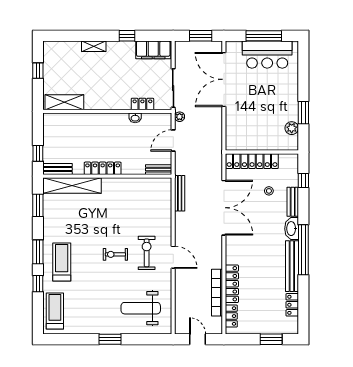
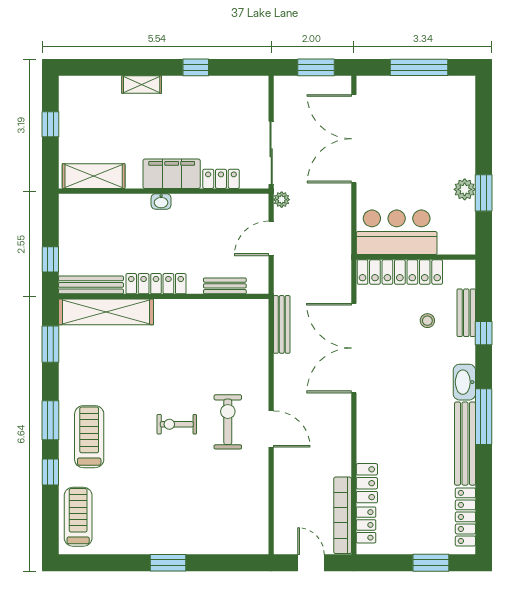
filing cabinet: (153, 50) -> (172, 174), moved, turned 180
bar counter: (267, 55) -> (397, 232), moved, turned 180
washbasin: (135, 118) -> (161, 201), moved
plant: (292, 128) -> (465, 189), moved
bench: (57, 169) -> (91, 285), width x1.36
bench: (159, 170) -> (225, 286), moved
window: (303, 181) -> (484, 333), moved
bench: (293, 202) -> (466, 313), moved
double door: (224, 208) -> (354, 348), swing flipped
window: (303, 250) -> (484, 417), width x0.68
locker: (232, 284) -> (367, 483), width x0.66
bookcase: (217, 293) -> (343, 515), moved
locker: (292, 305) -> (465, 517), width x1.53
weight bench: (141, 308) -> (218, 512), removed

